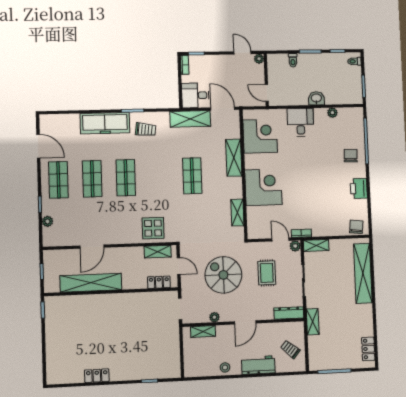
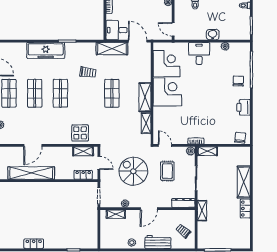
trolley: (146, 130) -> (88, 72), moved
shelving: (234, 158) -> (145, 97), moved
corner desk: (263, 187) -> (167, 92), moved
door: (280, 240) -> (165, 145), moved
shelving: (363, 273) -> (244, 182), width x0.68
locker: (368, 349) -> (245, 208), moved

